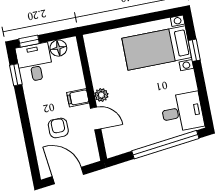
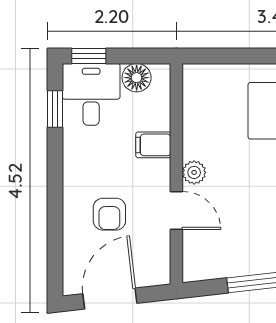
filing cabinet: (78, 98) -> (153, 145), moved
armchair: (58, 128) -> (109, 214), turned 180
door: (68, 175) -> (110, 299), hinge flipped

